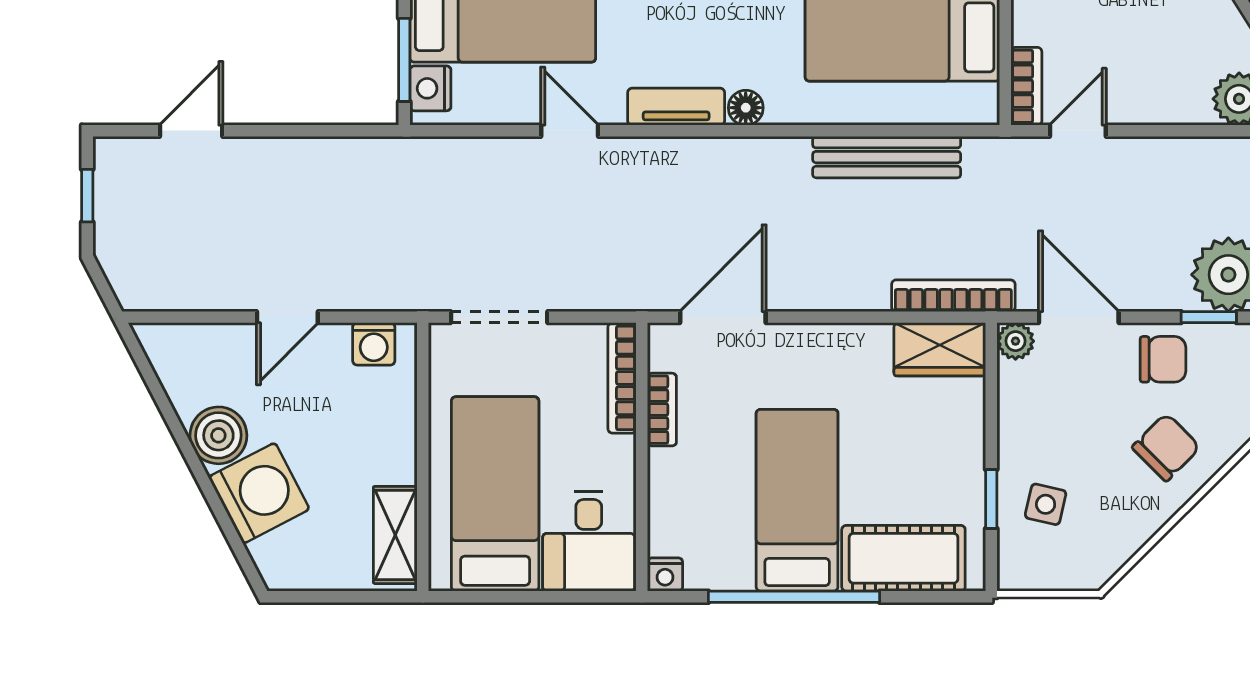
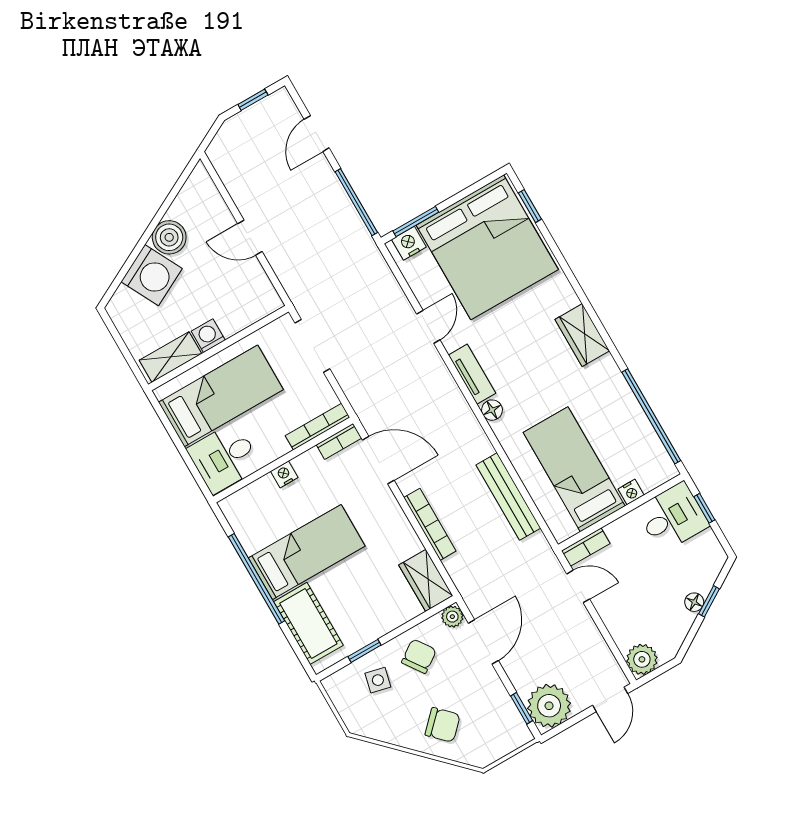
door: (191, 131) -> (317, 134), swing flipped
window: (325, 131) -> (356, 202), added
bookcase: (953, 296) -> (430, 524), moved
washing machine: (374, 344) -> (208, 336), moved, turned 90
chair: (1163, 359) -> (419, 656), moved, turned -125
bookcase: (662, 410) -> (339, 441), moved
nightstand: (665, 574) -> (284, 474), moved, turned 90

